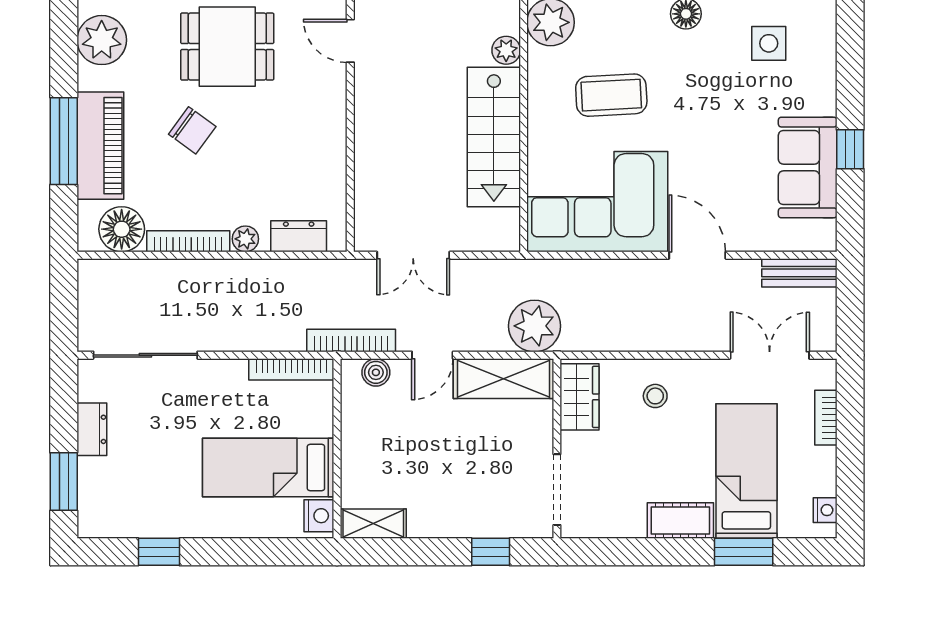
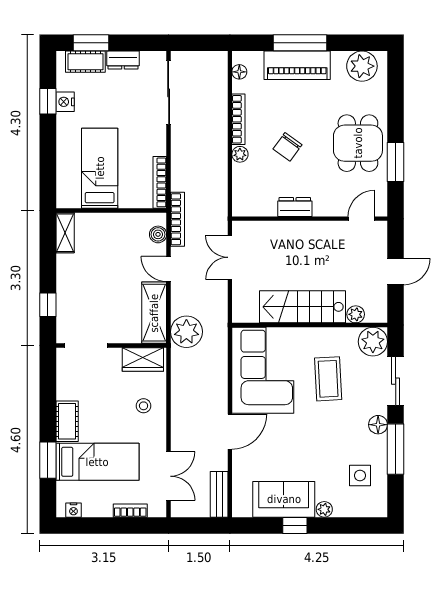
plant: (824, 101) -> (324, 509), added
chair: (192, 130) -> (288, 147), moved
floor lamp: (122, 229) -> (239, 72), width x0.53, depth x0.53
dresser: (299, 236) -> (295, 207), moved, turned -90
cot: (95, 491) -> (85, 62), added
nightstand: (319, 516) -> (65, 102), moved, turned 90

